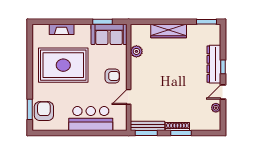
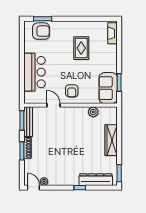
fireplace: (62, 29) -> (113, 33), moved
dresser: (214, 64) -> (96, 180), moved
rug: (63, 65) -> (81, 48), width x0.54, depth x0.49
door: (223, 92) -> (33, 188), moved

